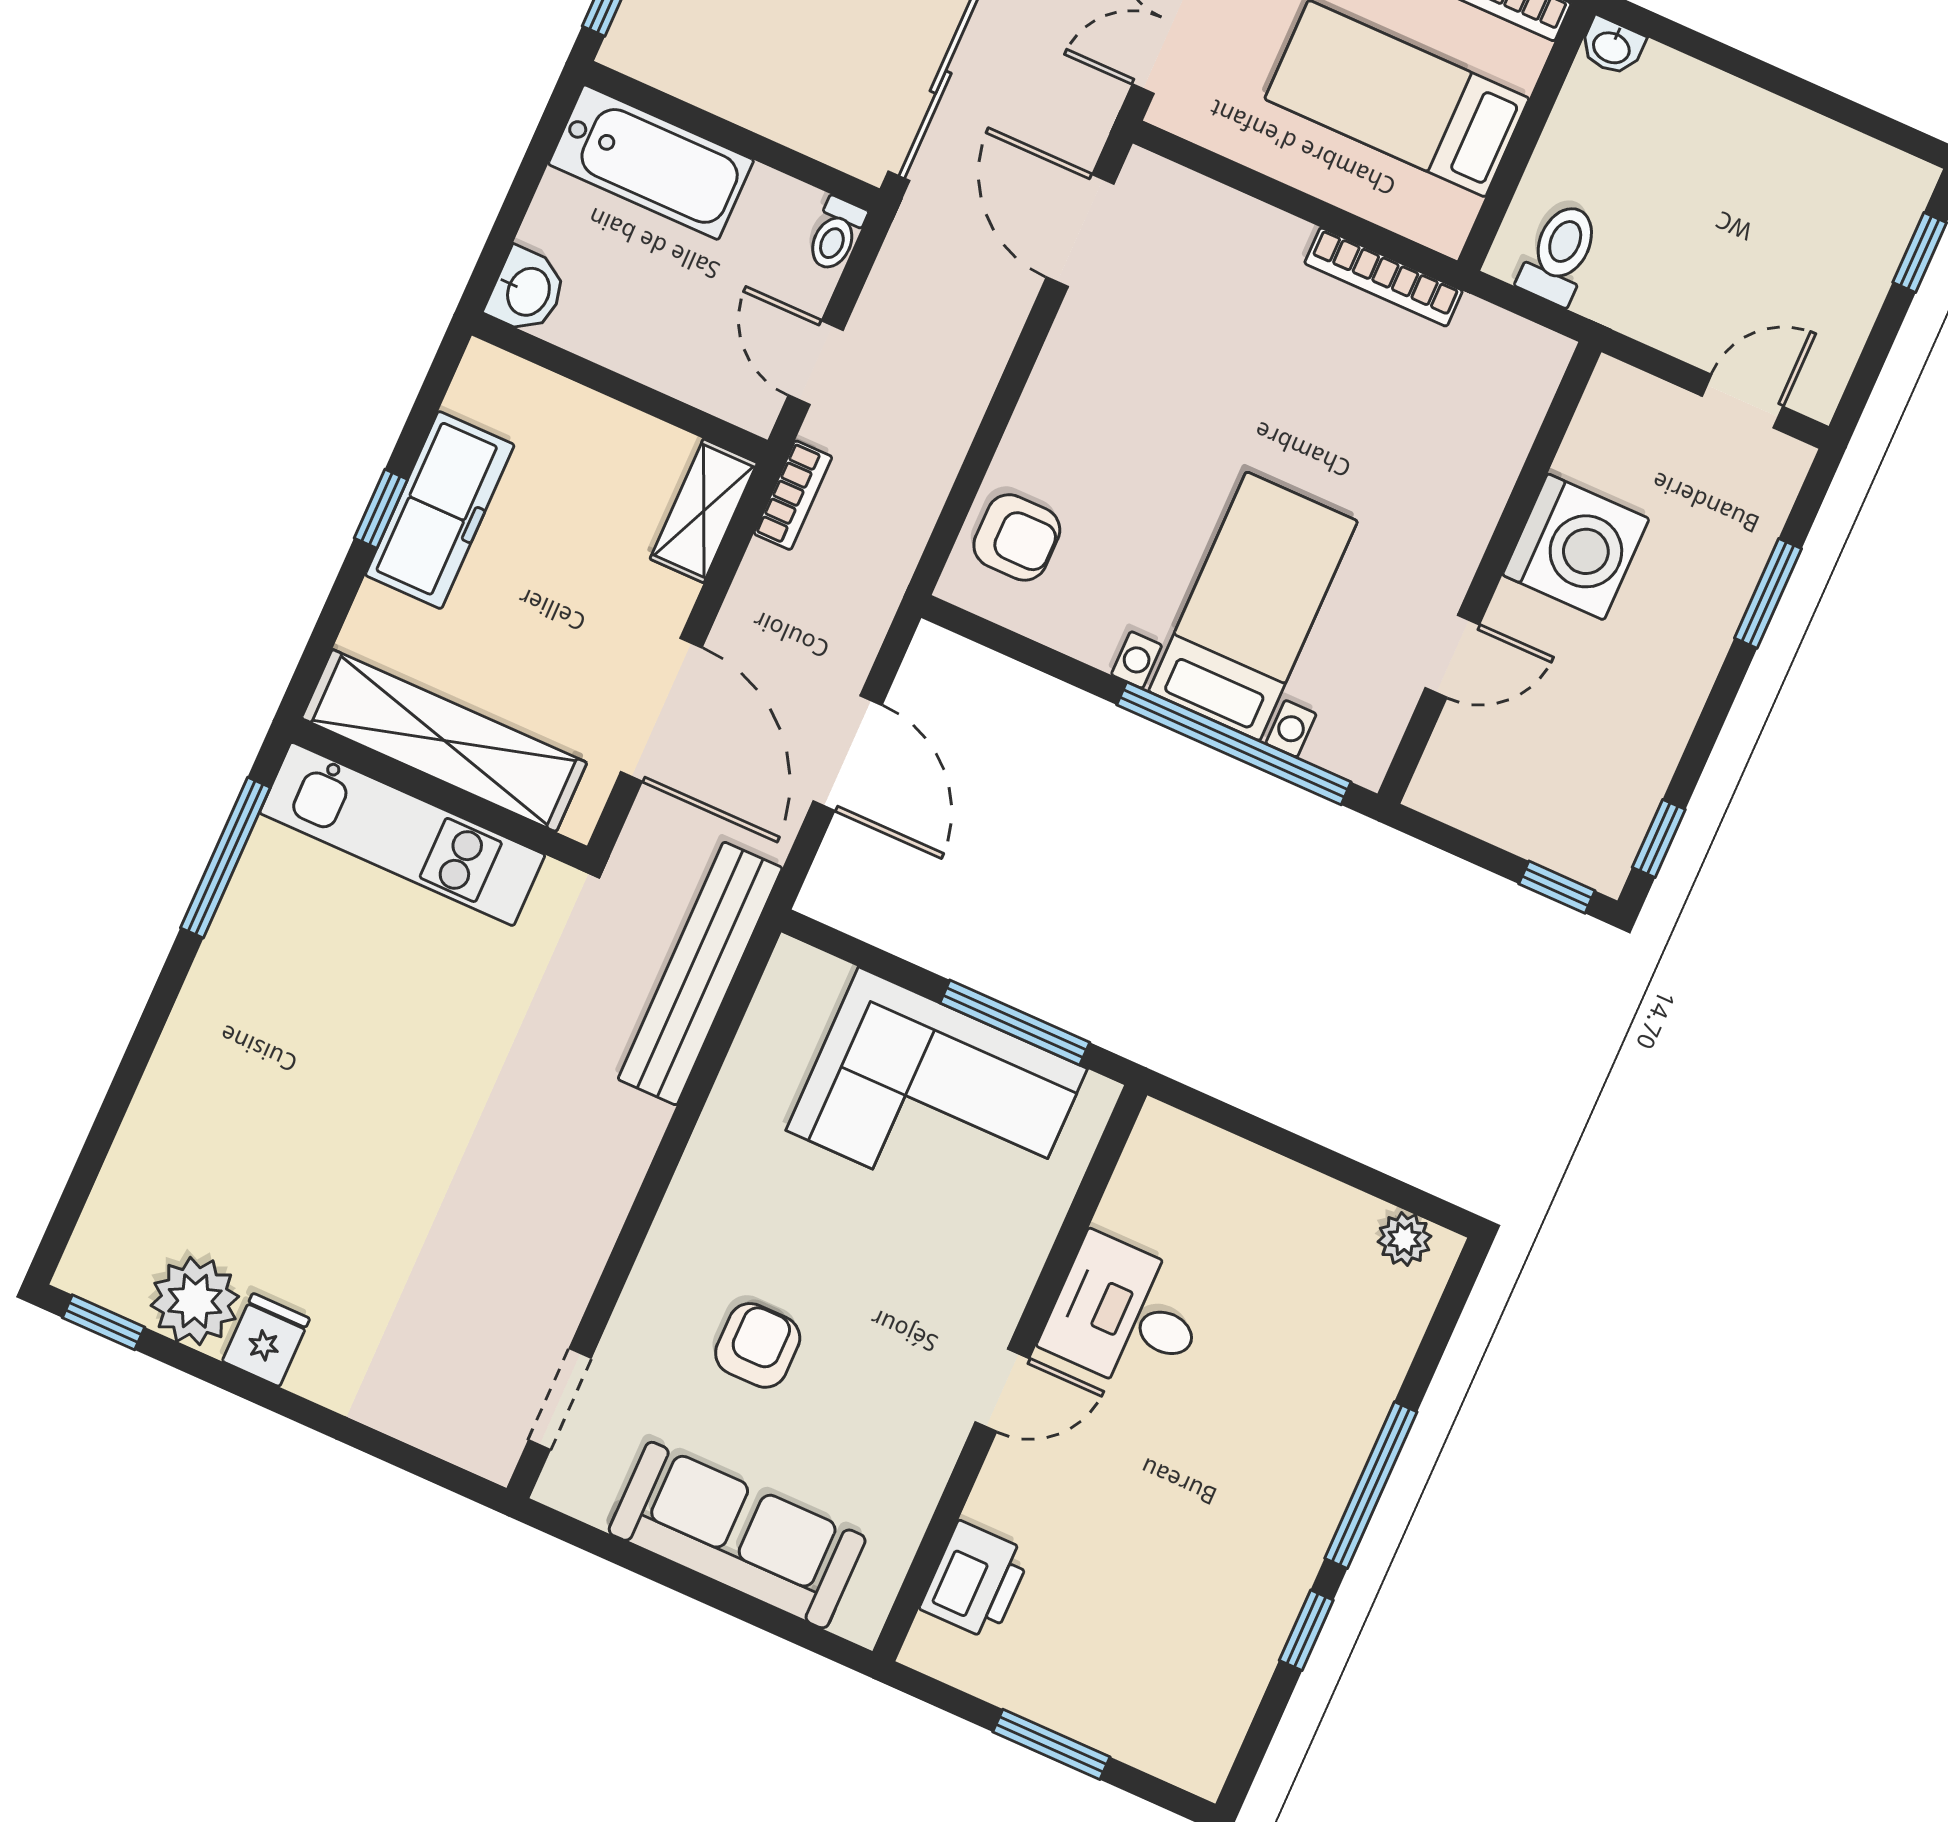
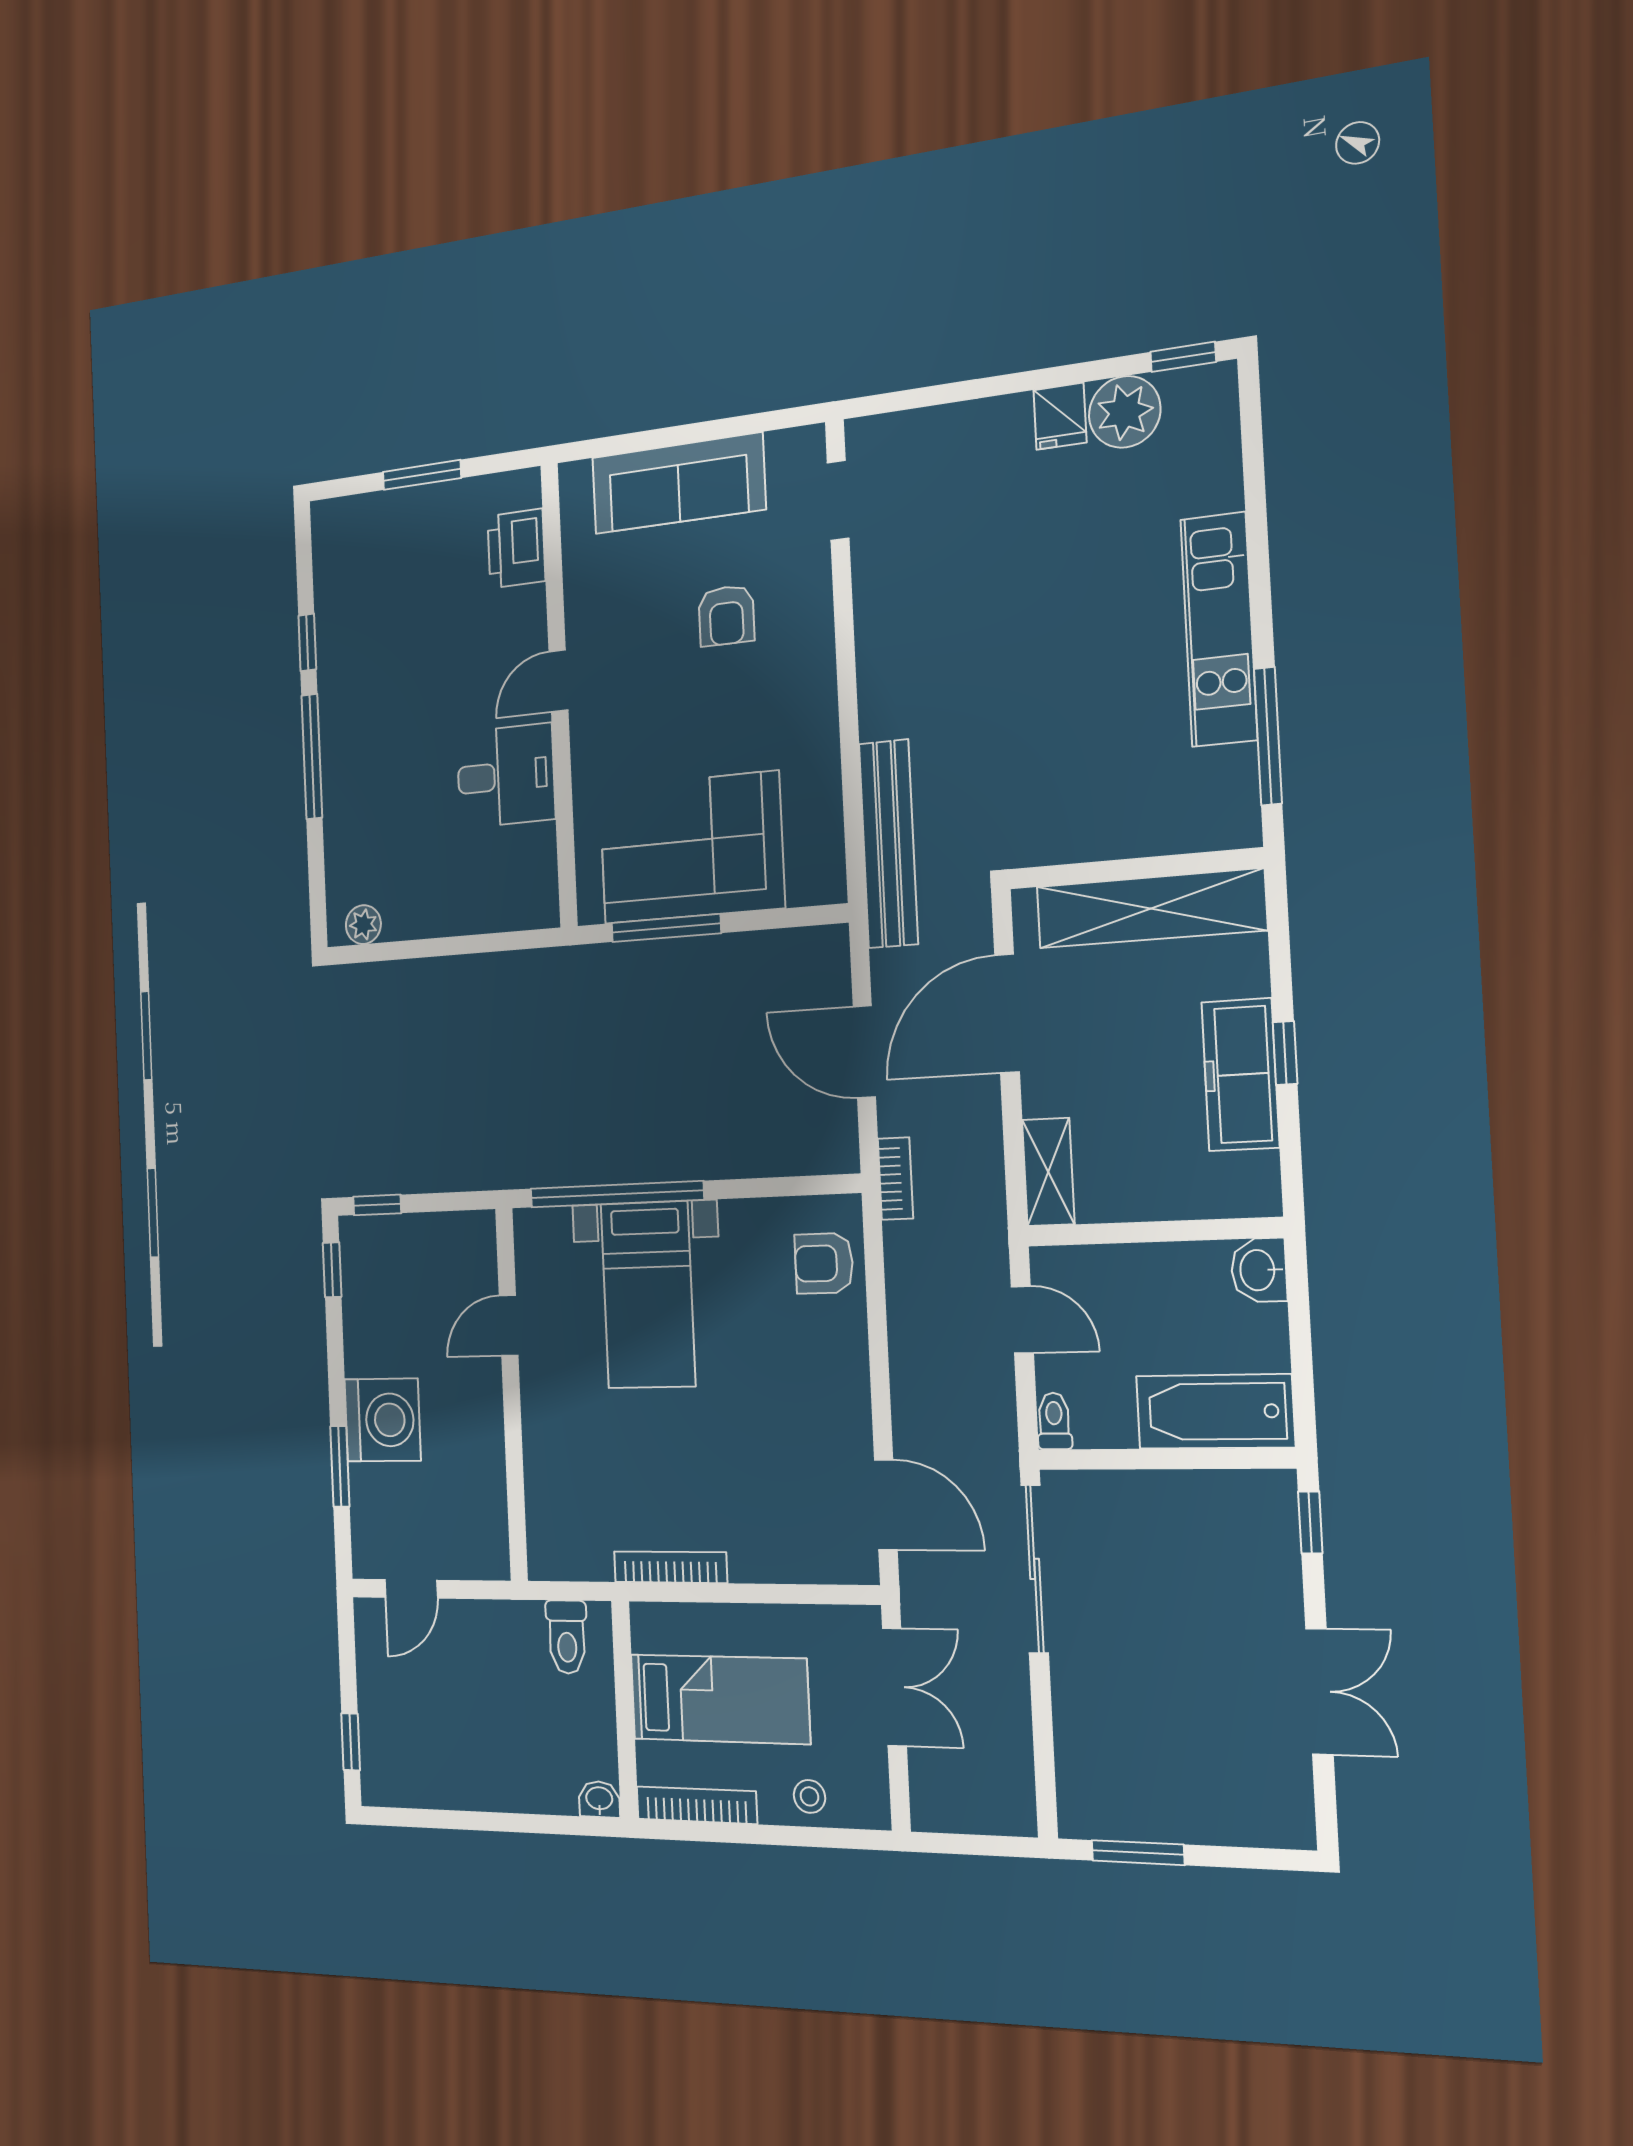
bookcase: (793, 495) -> (895, 1179), moved, turned 180
washing machine: (1576, 547) -> (382, 1420), moved, turned 180
door: (661, 710) -> (1007, 1014), hinge flipped
kitchen unit: (402, 834) -> (1219, 629), moved, turned -90

